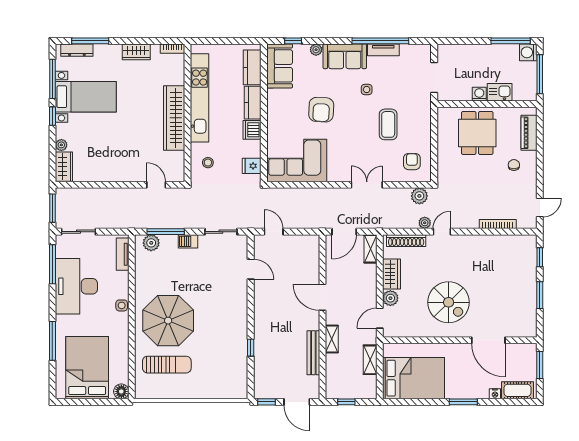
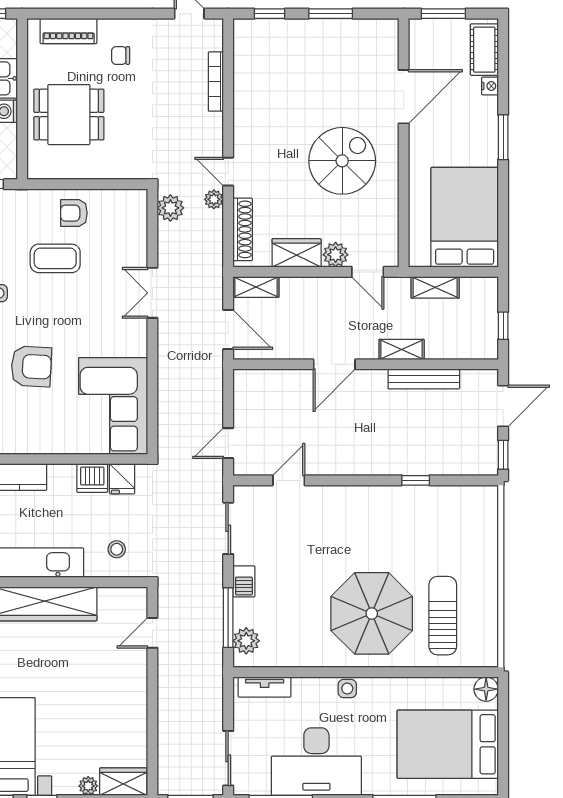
dishwasher: (252, 130) -> (92, 478), moved
armchair: (412, 162) -> (74, 213), moved

